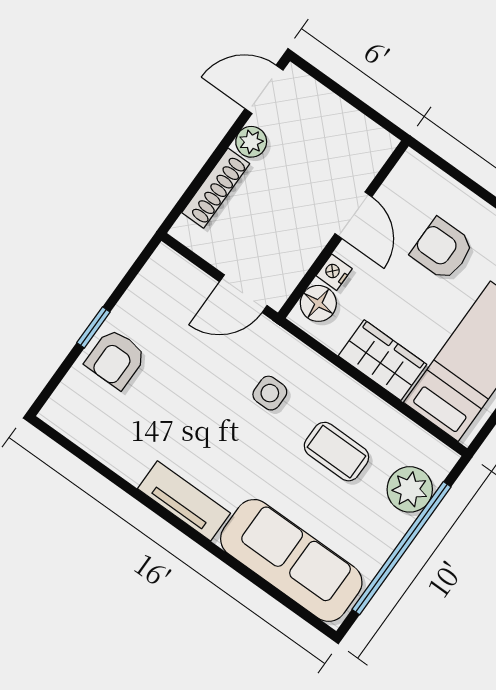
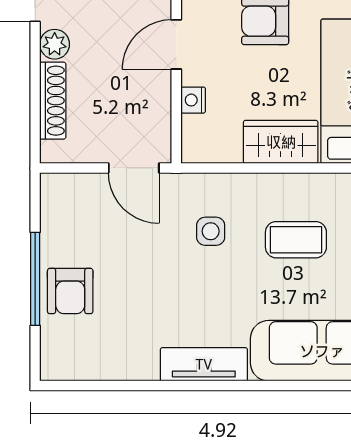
door: (353, 215) -> (176, 44), swing flipped
door: (243, 294) -> (134, 168), hinge flipped
floor lamp: (318, 303) -> (198, 134), removed
window: (93, 327) -> (35, 279), width x2.17

